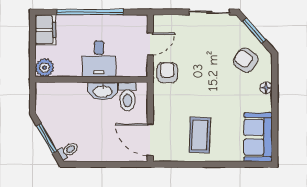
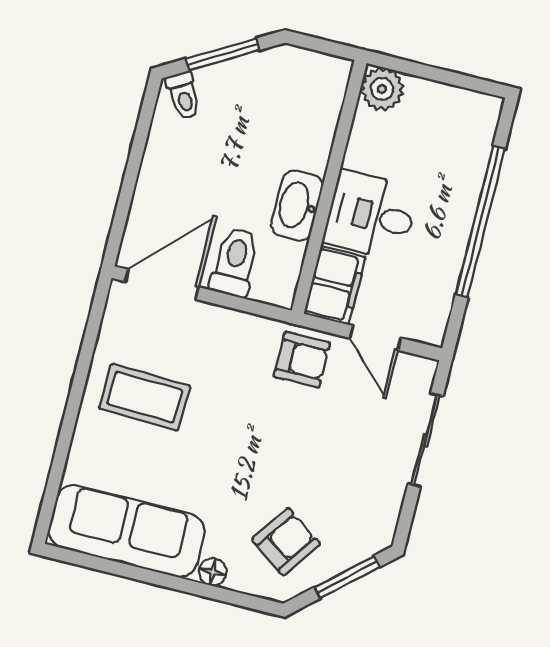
sliding door: (209, 12) -> (425, 440), moved
filing cabinet: (45, 30) -> (335, 285), moved, turned -90
toilet: (127, 96) -> (235, 262), moved, turned 90
sofa: (258, 137) -> (127, 531), width x1.36

